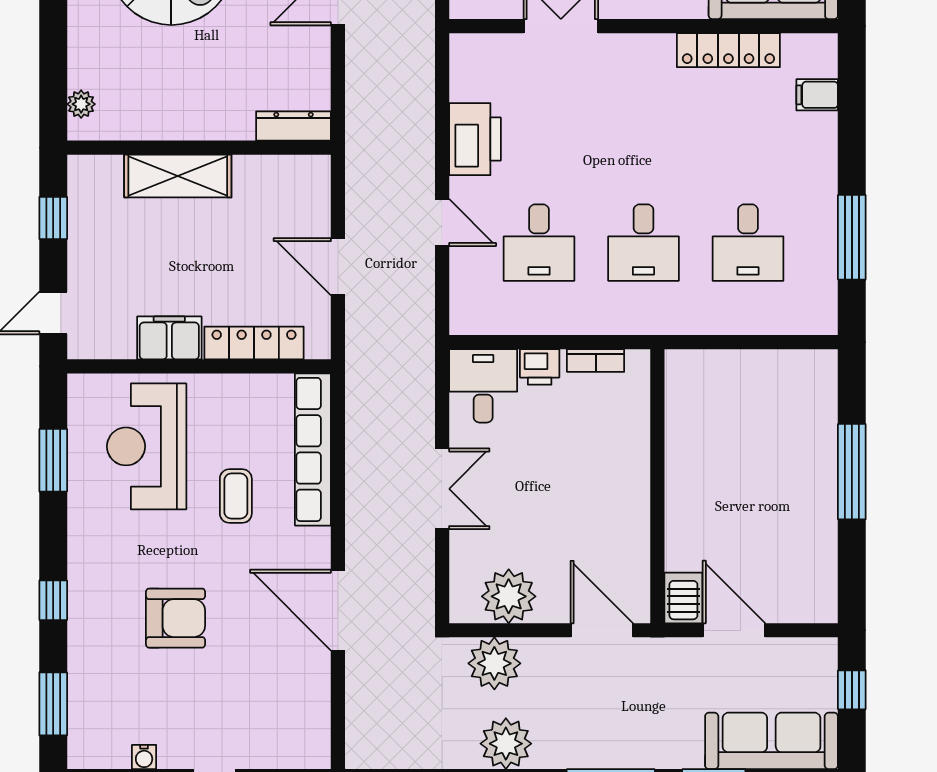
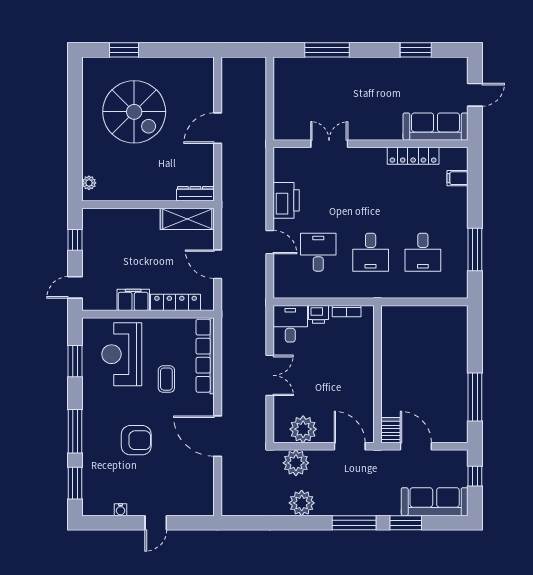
shelving: (178, 176) -> (187, 219), moved
desk: (539, 243) -> (318, 252), turned 180
window: (852, 472) -> (475, 397), moved
window: (53, 600) -> (75, 431), width x2.17

